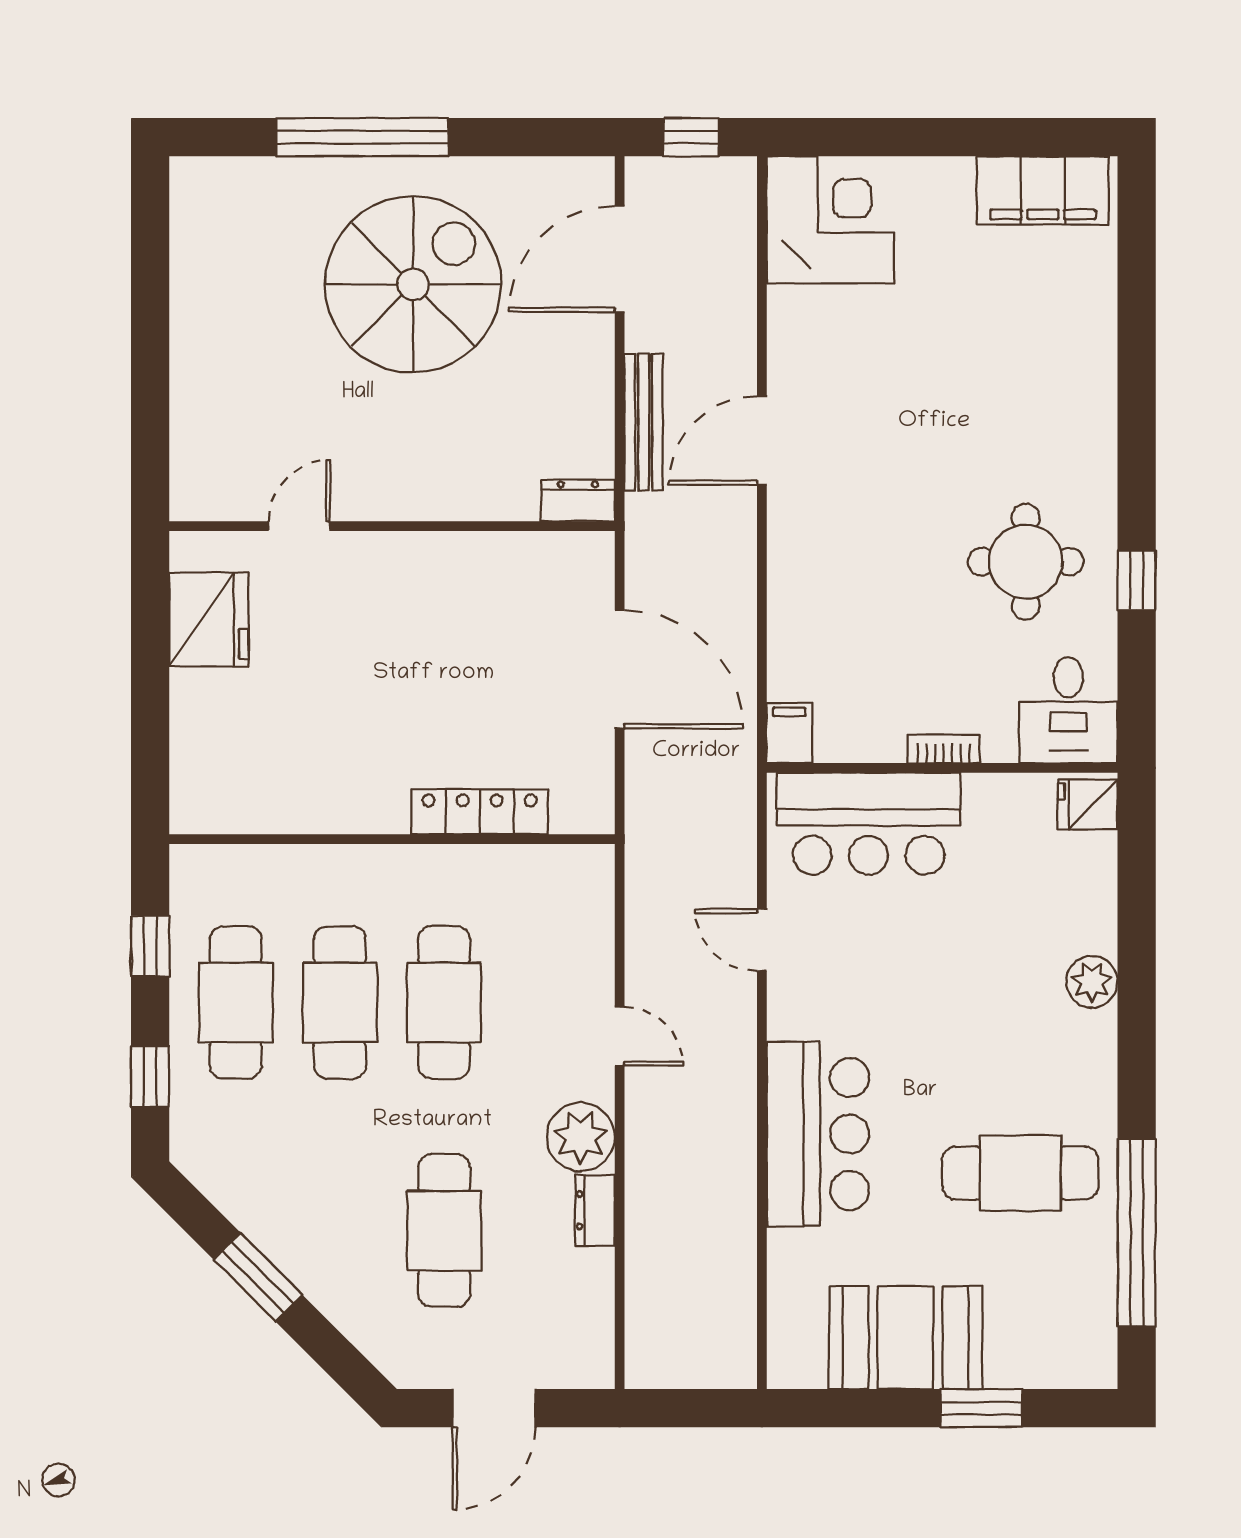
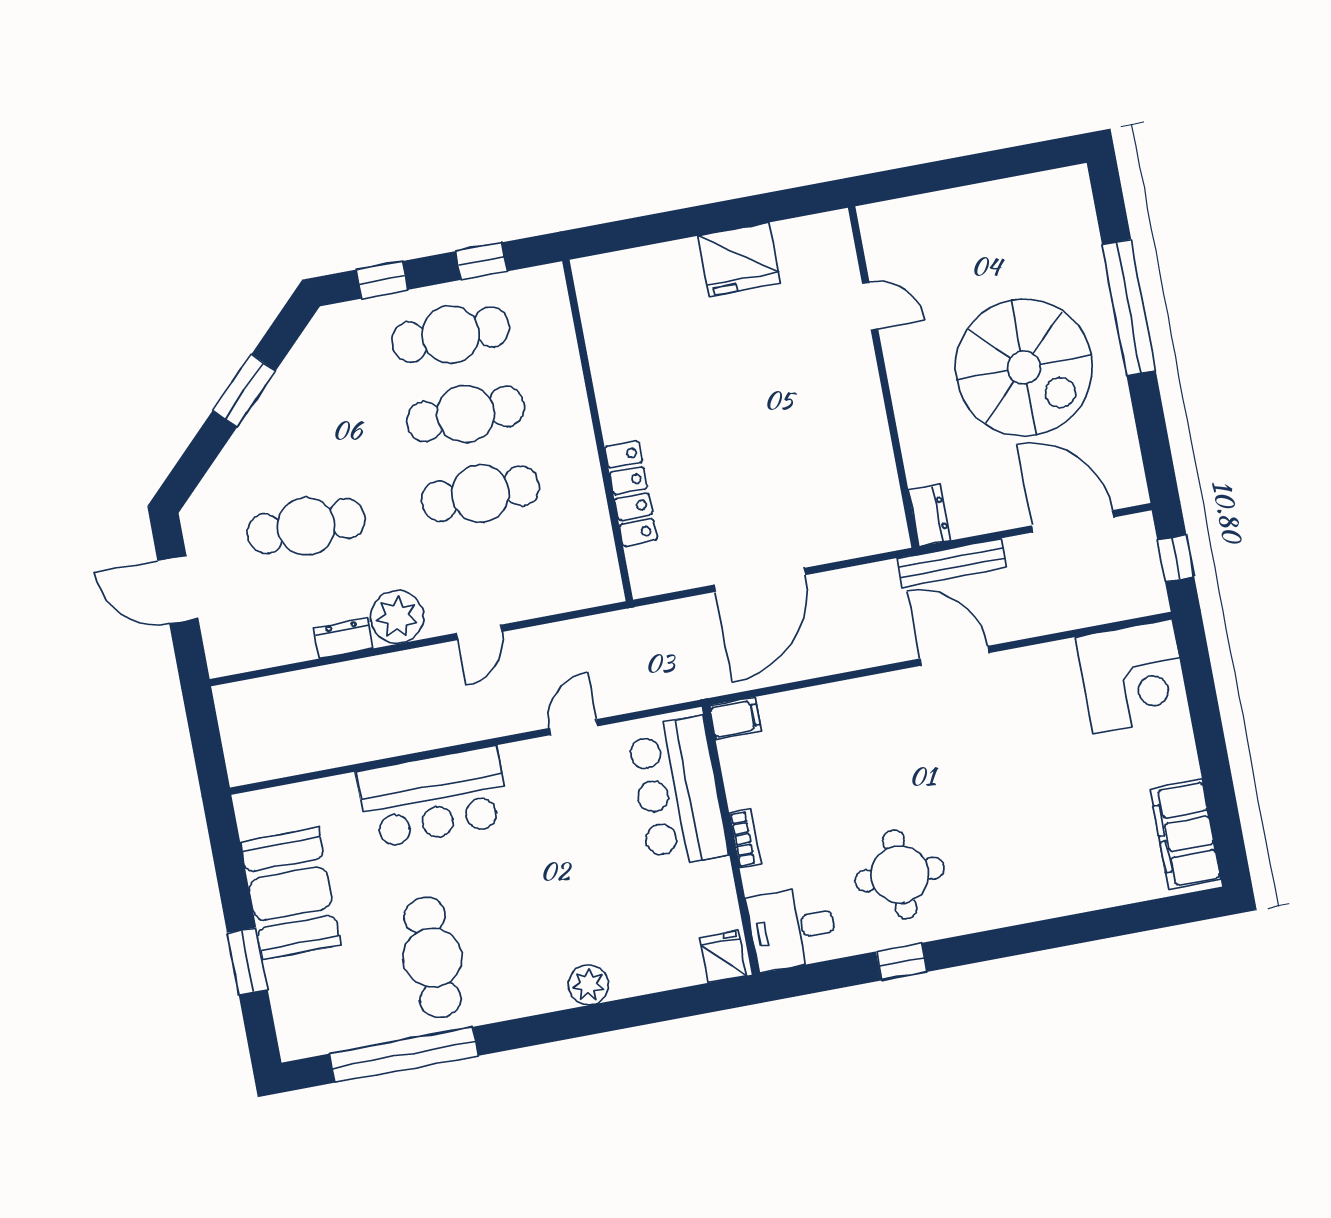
dresser: (578, 501) -> (929, 515), moved
door: (299, 526) -> (870, 306), moved
wall: (392, 526) -> (883, 377), moved

